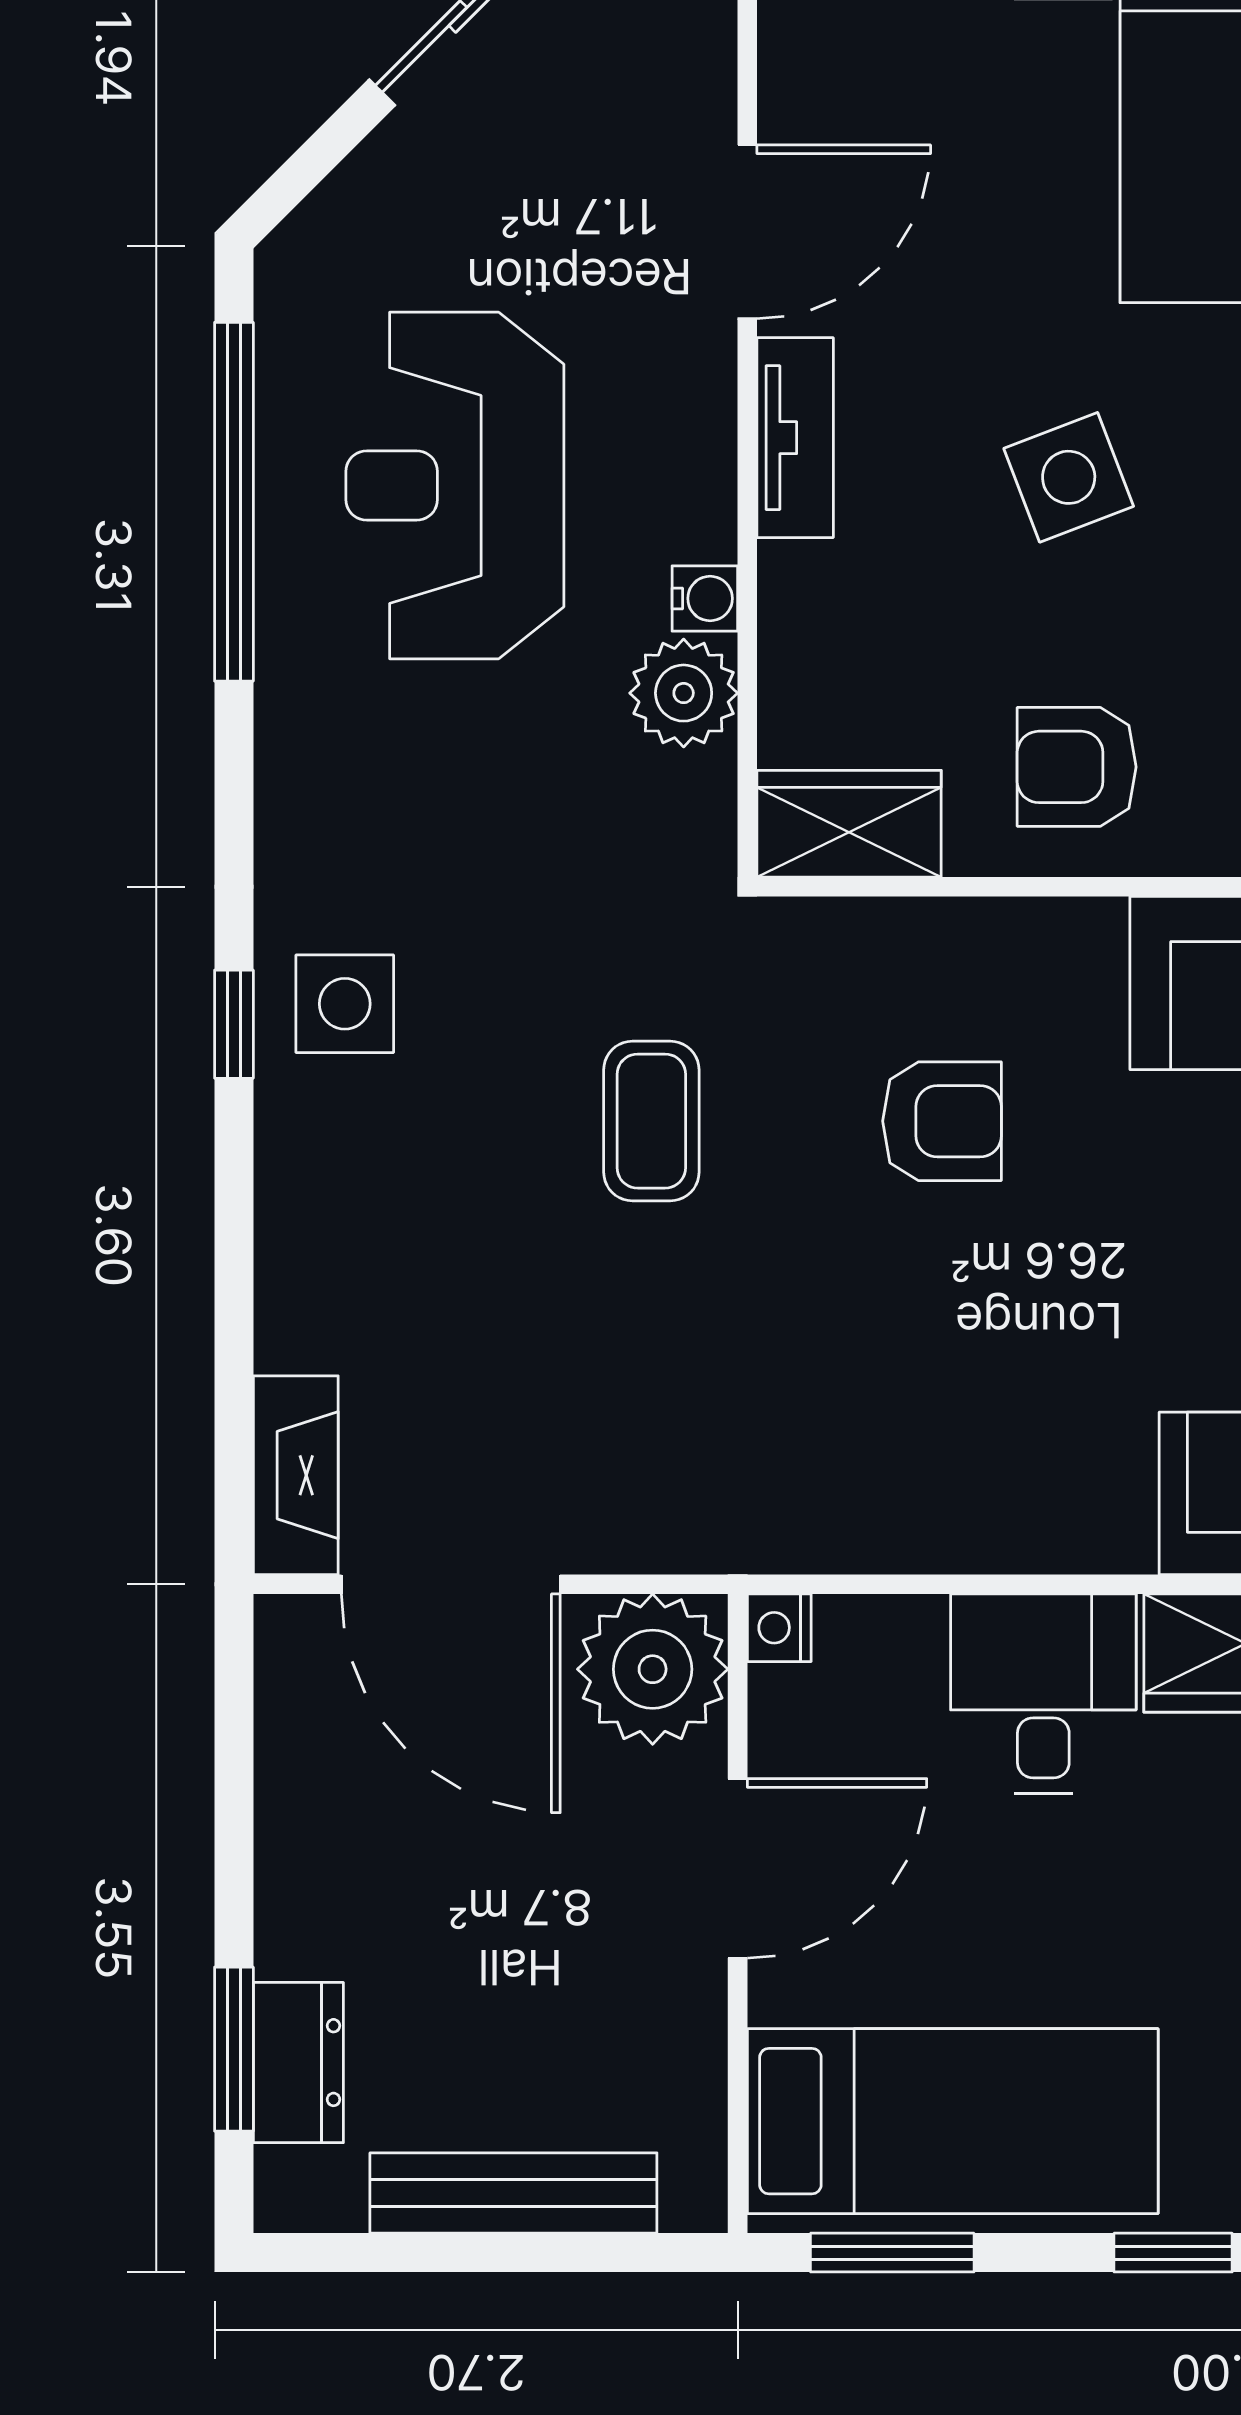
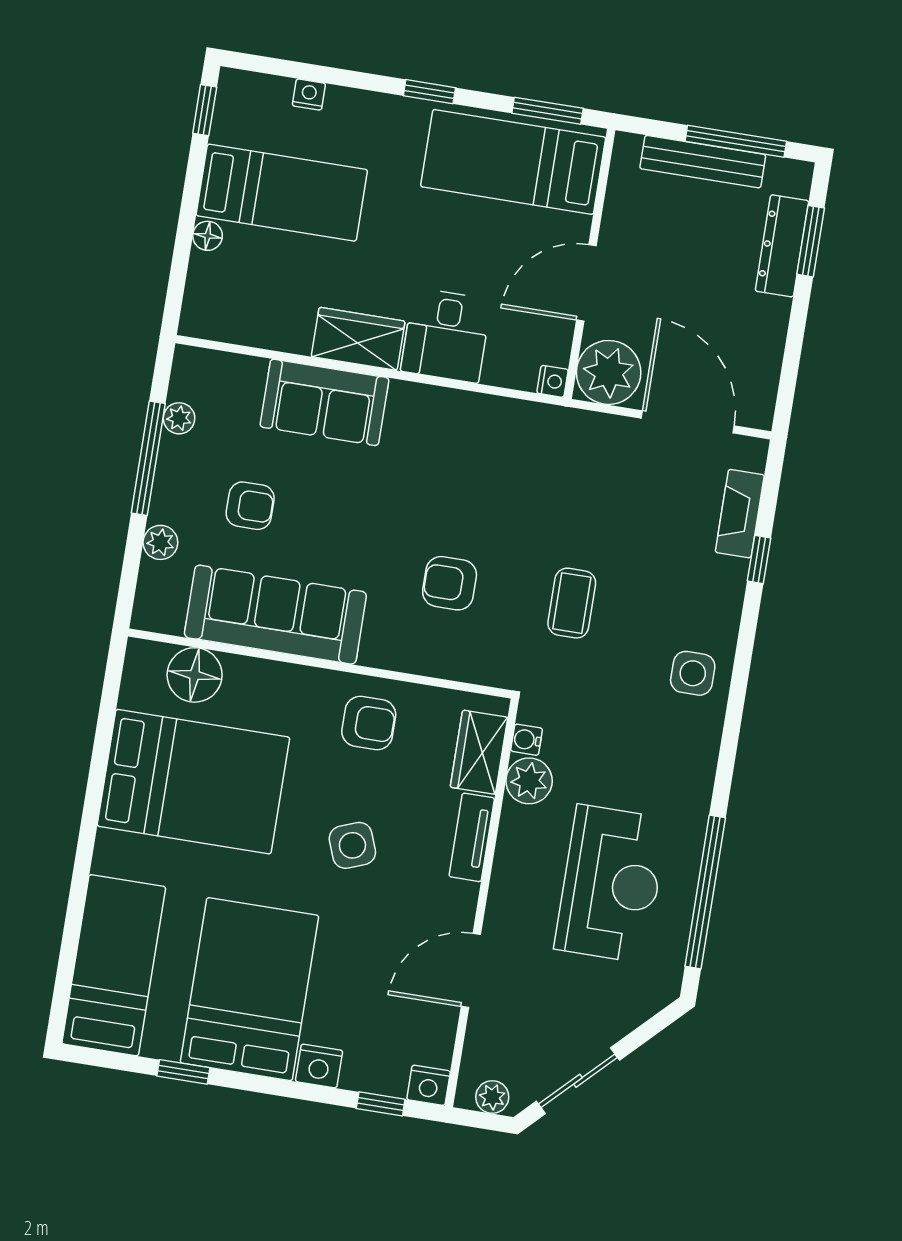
tv unit: (795, 438) -> (472, 837), moved
water cooler: (705, 598) -> (527, 740), moved
wardrobe: (849, 824) -> (479, 752), moved, turned 90
window: (234, 1024) -> (759, 559), moved
fireplace: (296, 1475) -> (740, 514), moved
dresser: (298, 2063) -> (782, 246), width x1.44
window: (445, 2253) -> (736, 141), added

